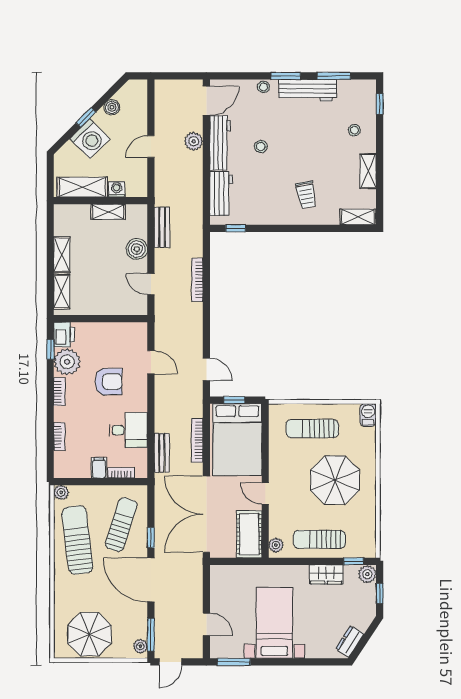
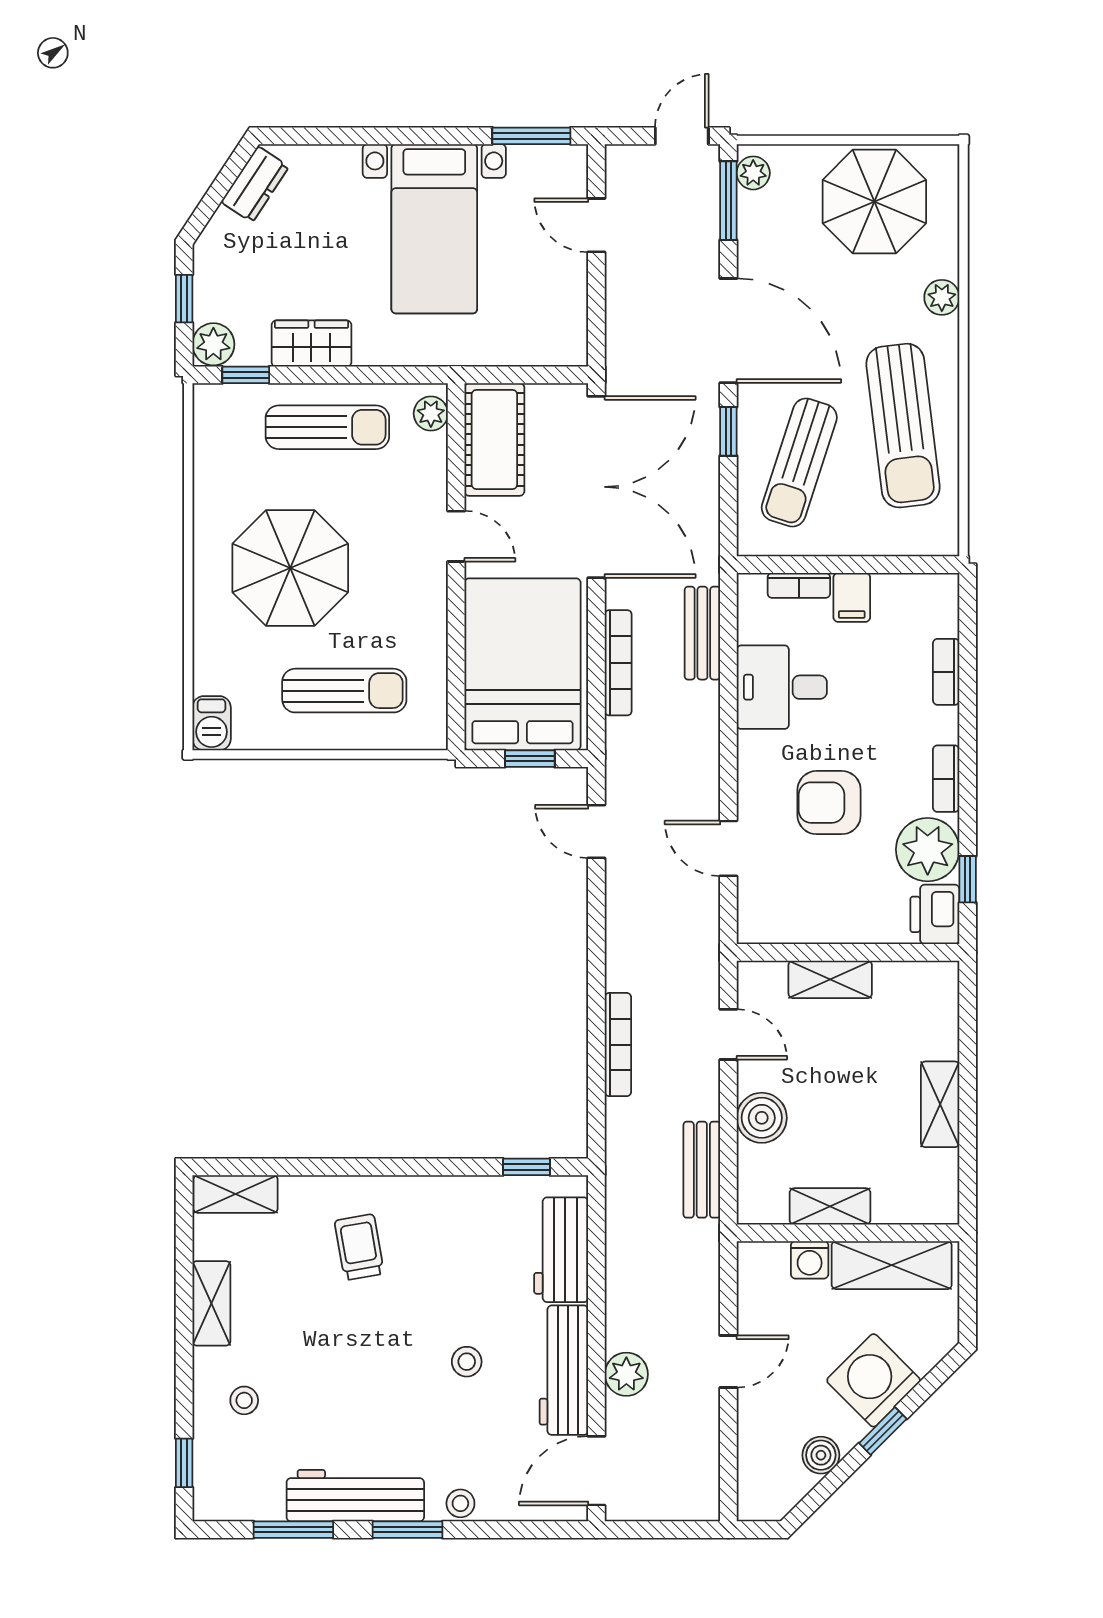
shelving: (62, 292) -> (830, 979), moved, turned 90
plant: (61, 492) -> (942, 297), moved

